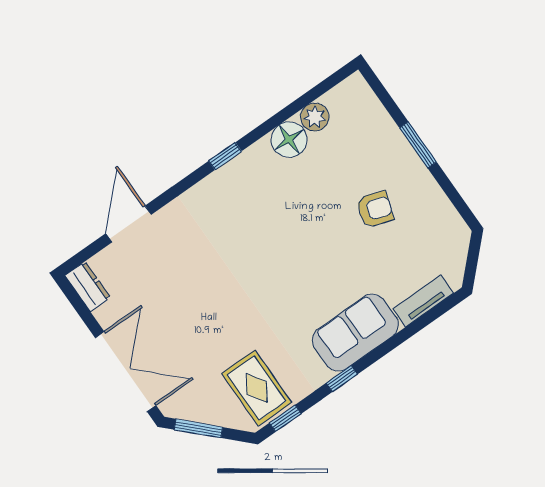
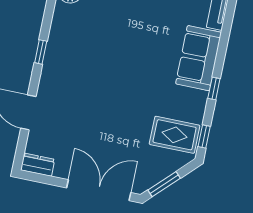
window: (225, 156) -> (41, 52), moved

